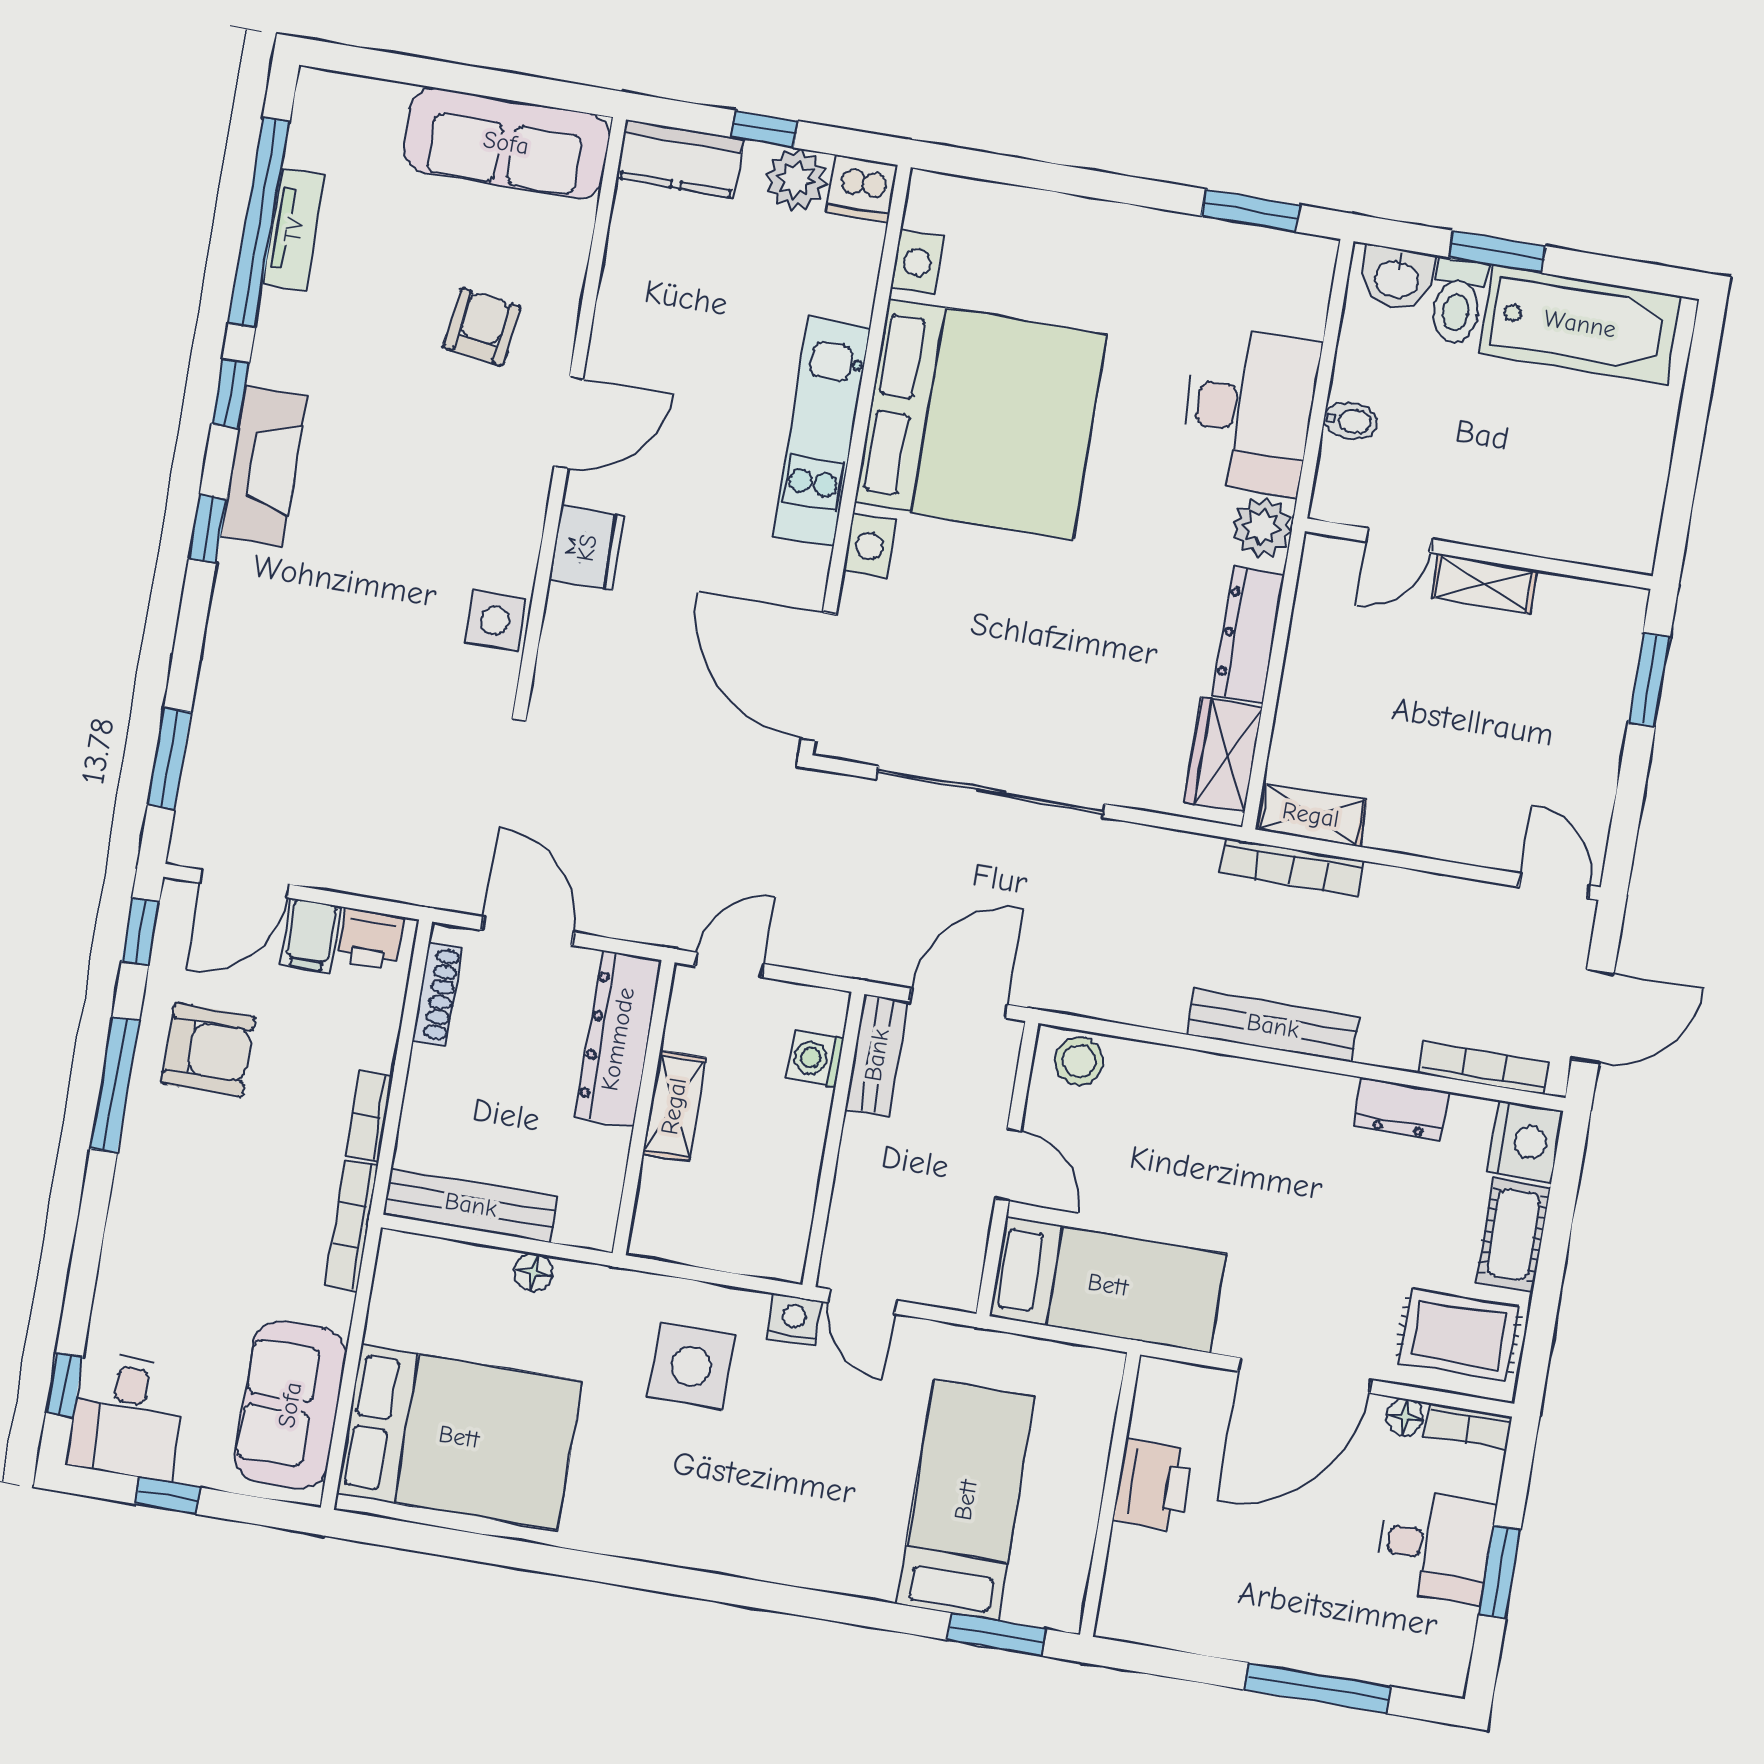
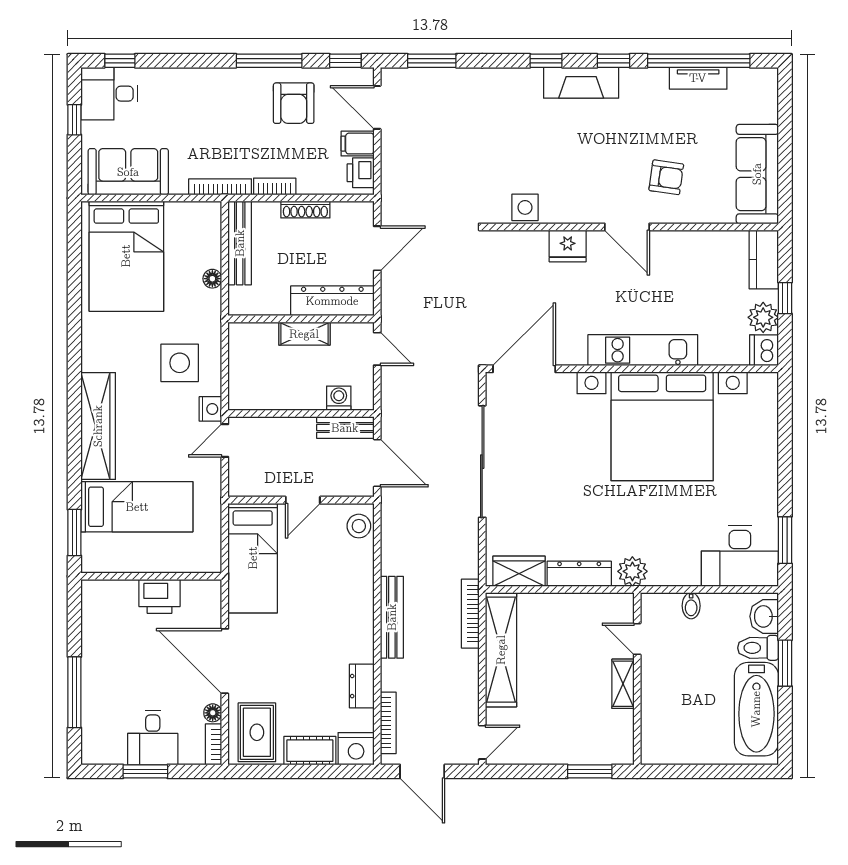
desk: (1249, 410) -> (740, 556), moved
shelving: (1311, 815) -> (501, 650), width x2.20, depth x1.33
shoe rack: (437, 994) -> (305, 210), moved
wardrobe: (791, 1551) -> (98, 426), added

